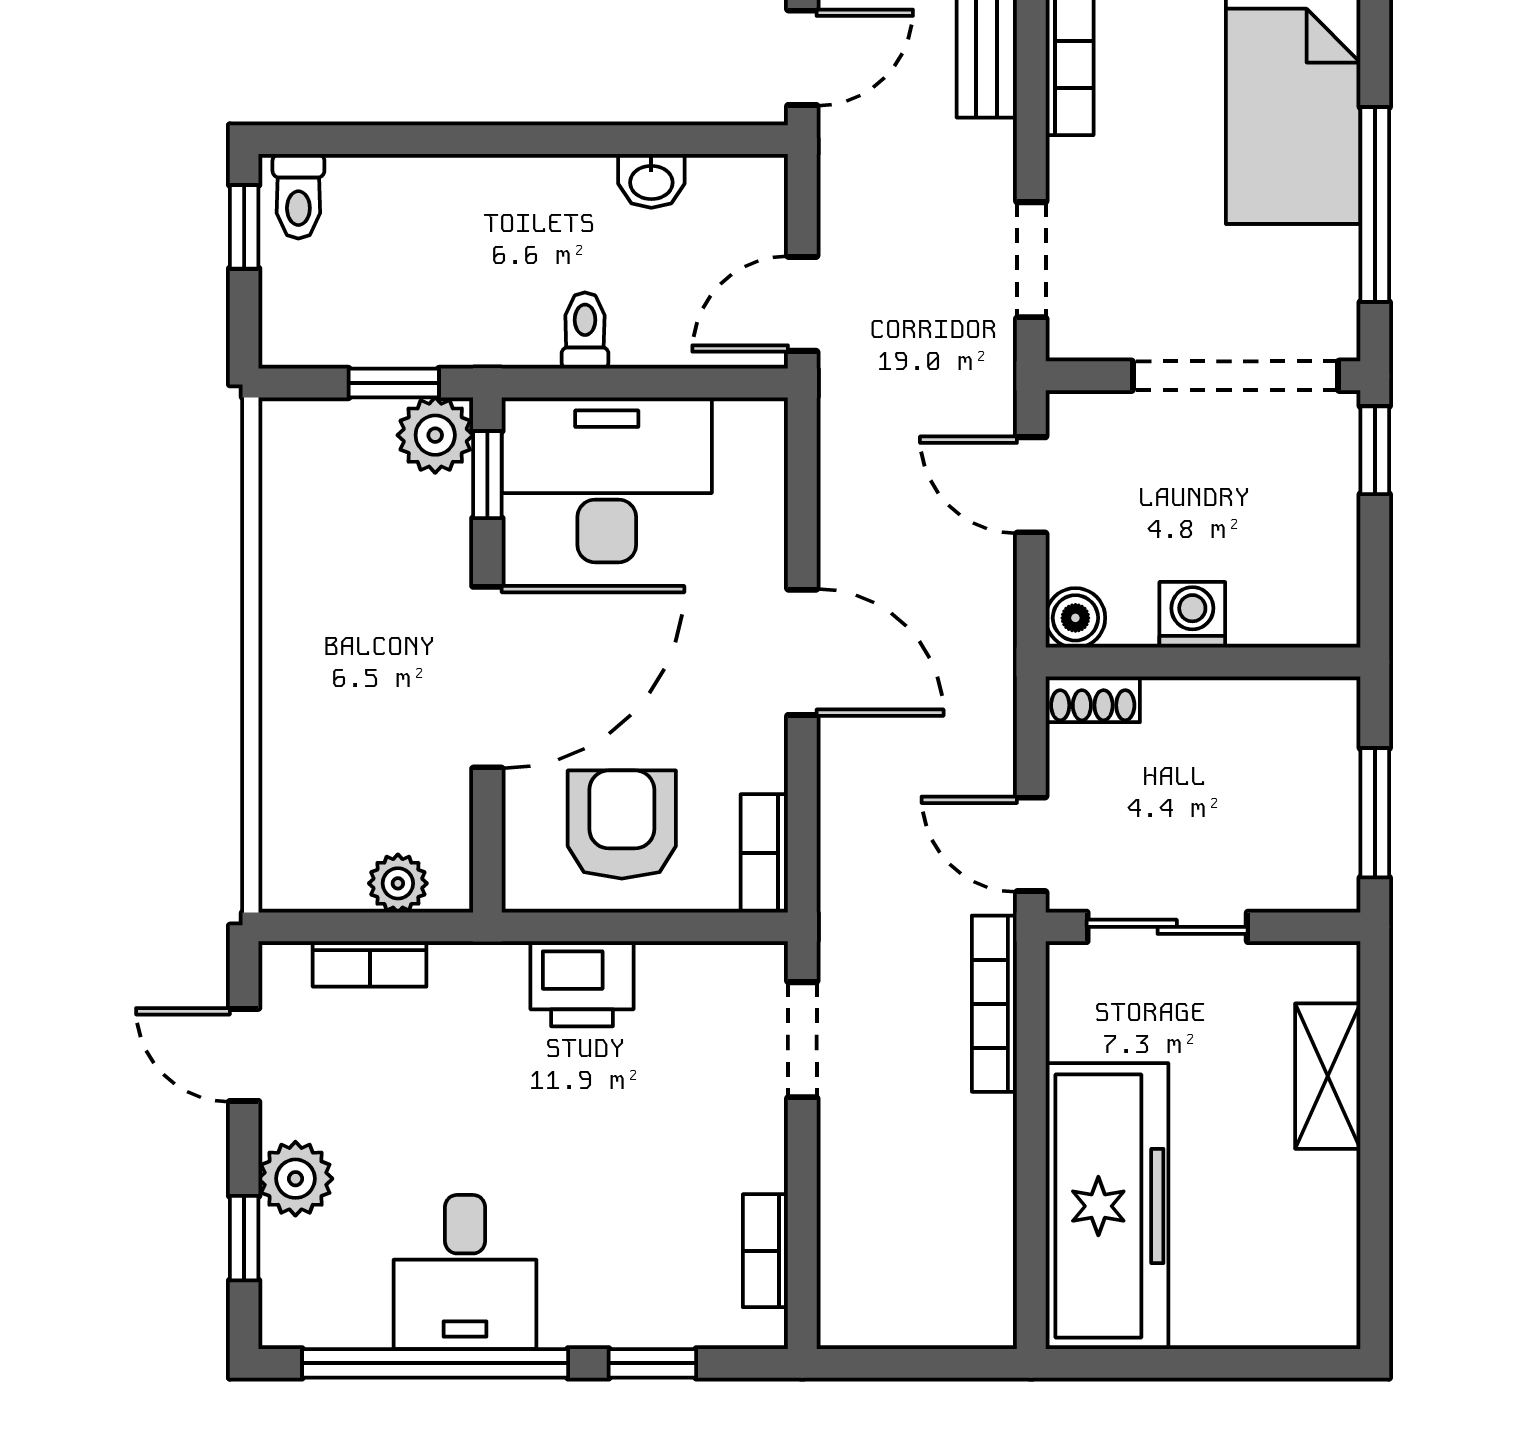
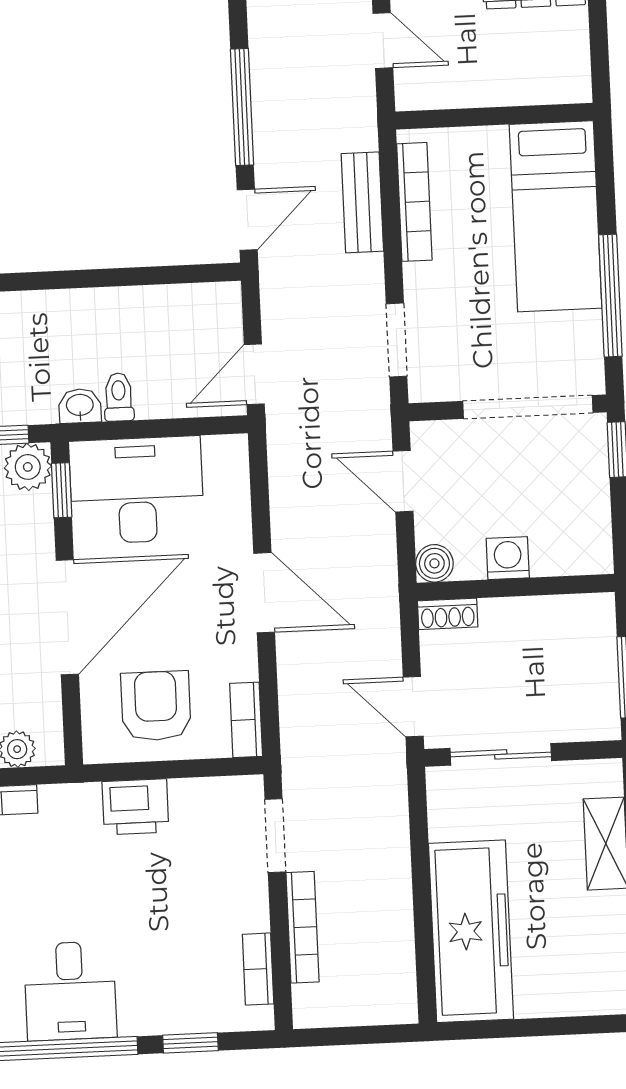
washbasin: (651, 181) -> (80, 406), moved, turned 180
bookcase: (994, 1004) -> (302, 927), moved, turned 180

